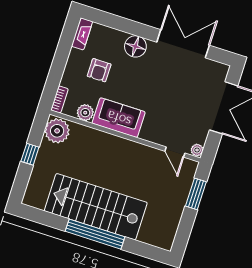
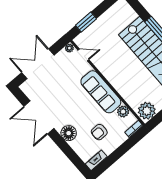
armchair: (99, 70) -> (99, 132), turned 180
sofa: (119, 118) -> (101, 92), width x1.36
door: (175, 152) -> (83, 55), hinge flipped

